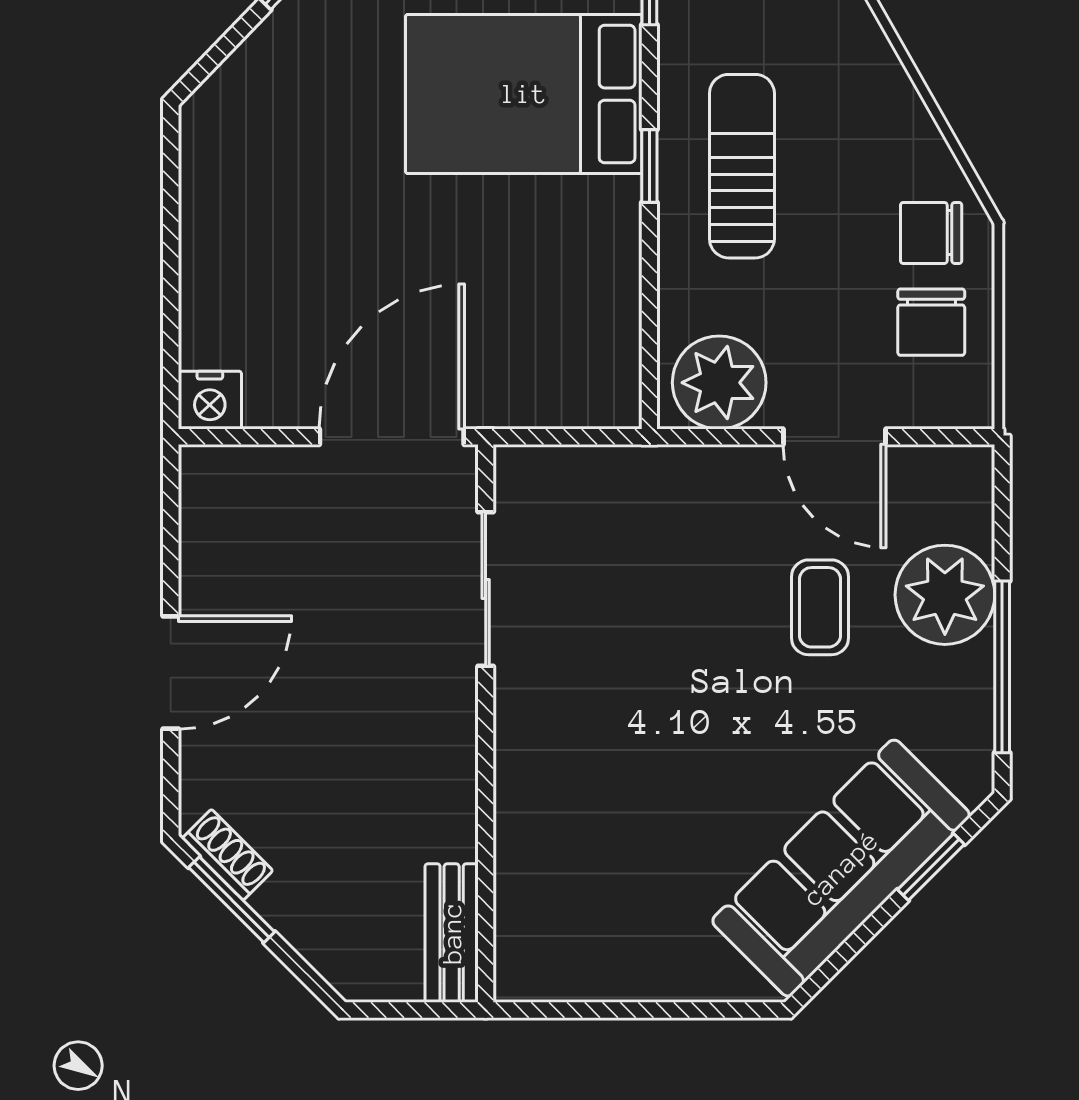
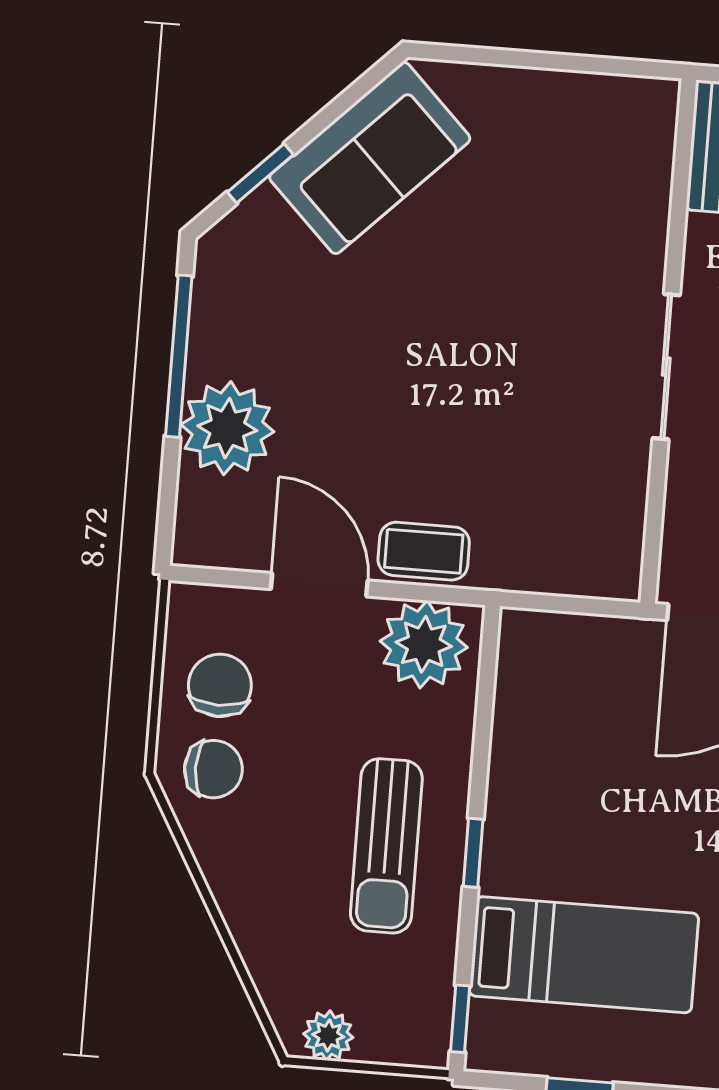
bed: (524, 94) -> (584, 955), width x0.67
sliding door: (486, 589) -> (666, 367), moved
coffee table: (820, 607) -> (424, 551), moved, turned 90
sofa: (841, 868) -> (370, 158), width x0.73

